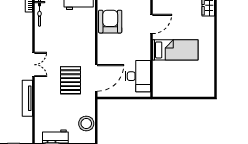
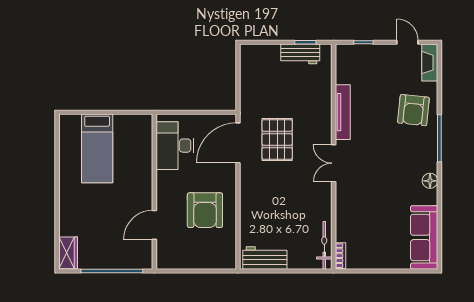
armchair: (110, 22) -> (205, 210), moved
bed: (175, 50) -> (97, 148), moved, turned -90
stool: (86, 123) -> (253, 74), removed

